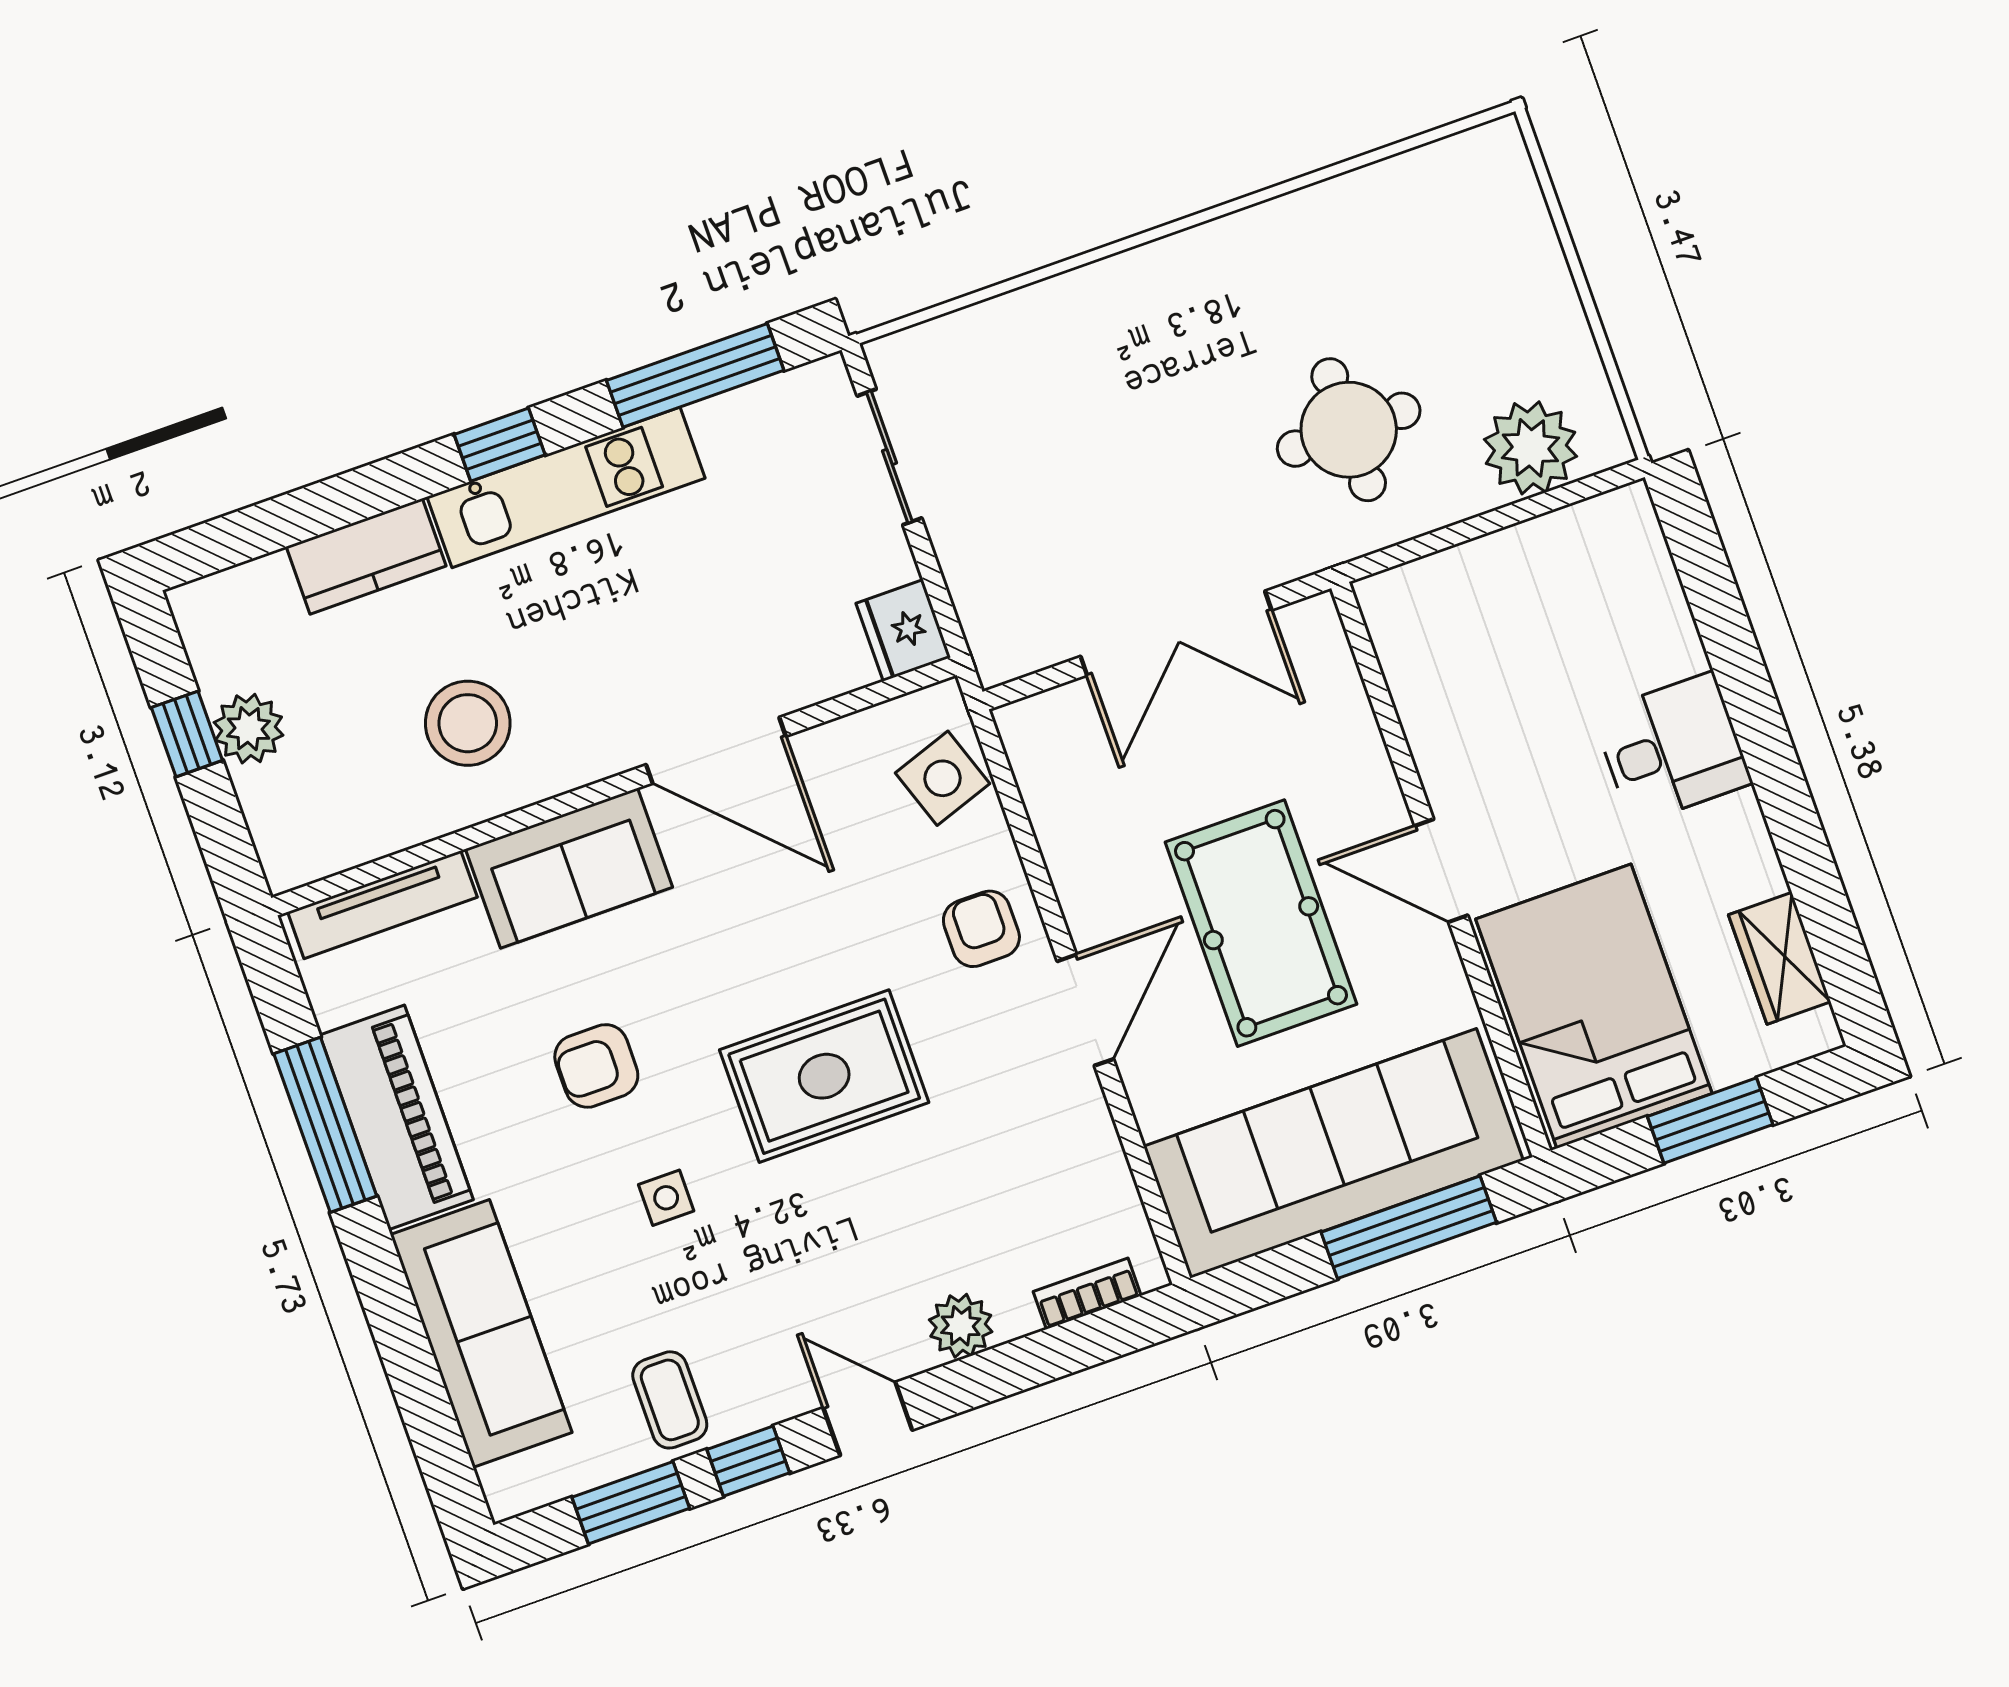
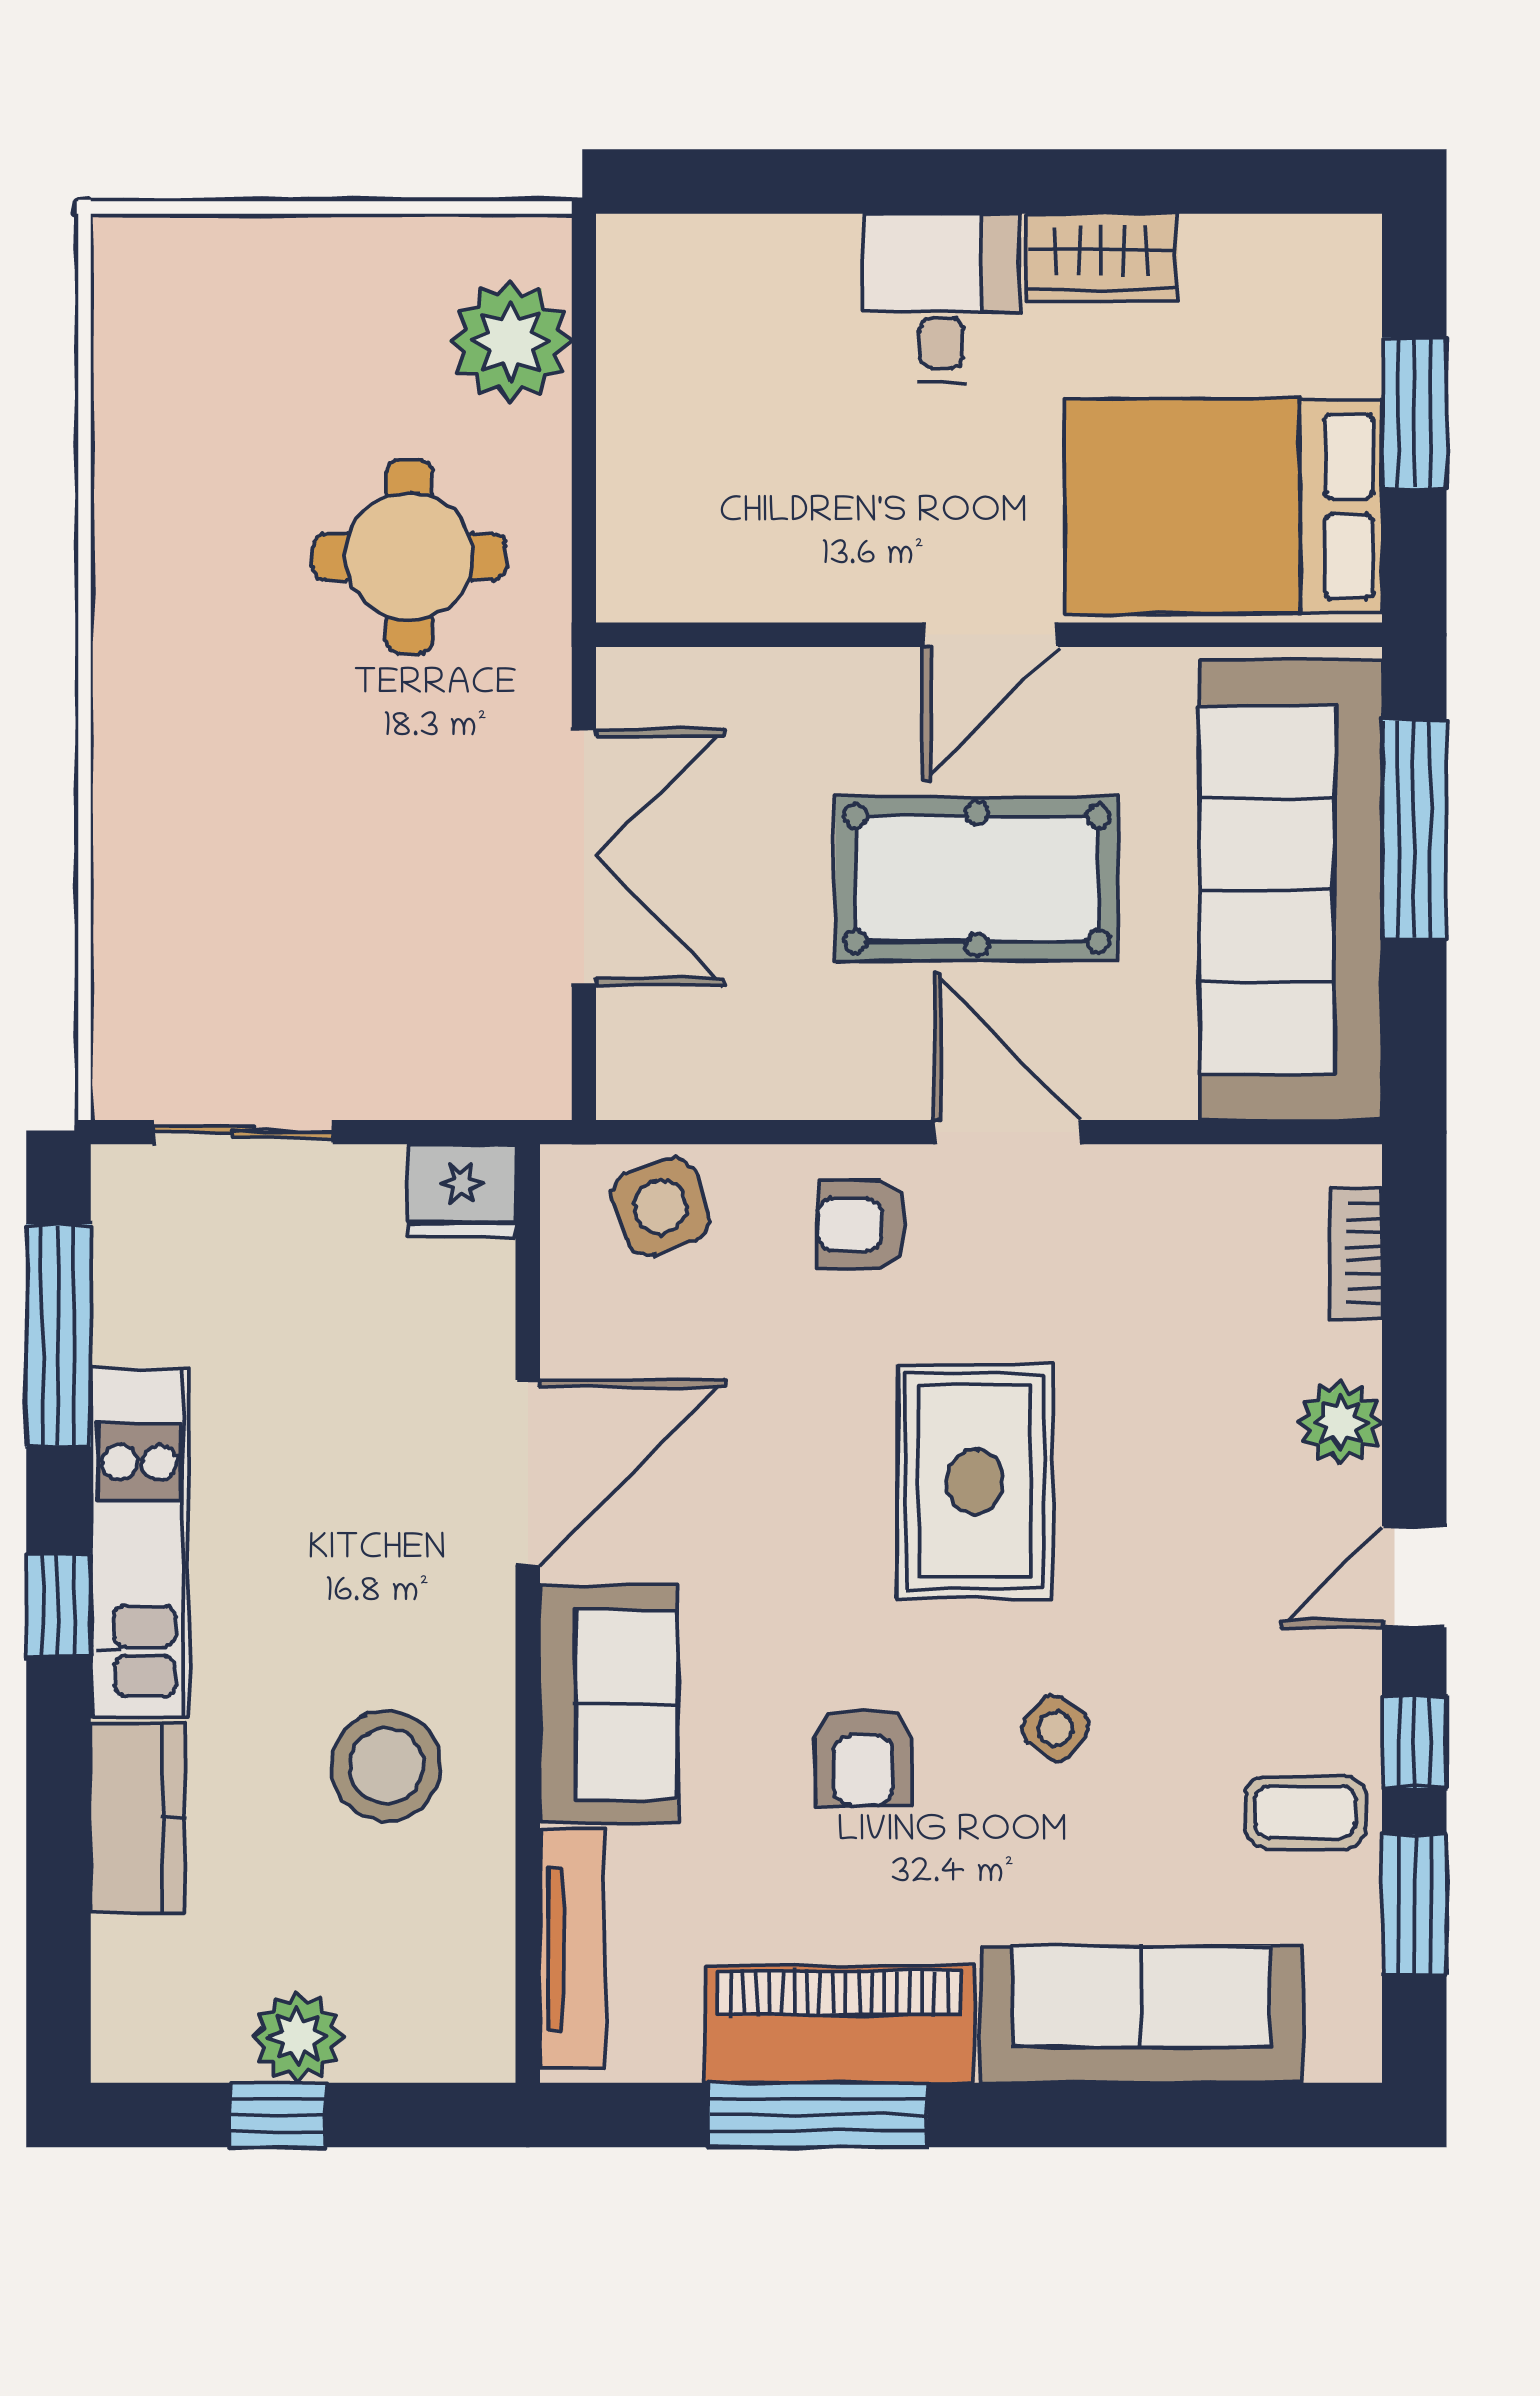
wardrobe: (1780, 958) -> (1102, 257), moved
side table: (666, 1198) -> (1055, 1728), turned 38

